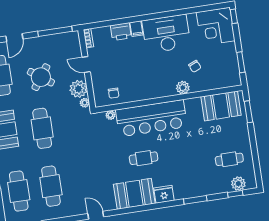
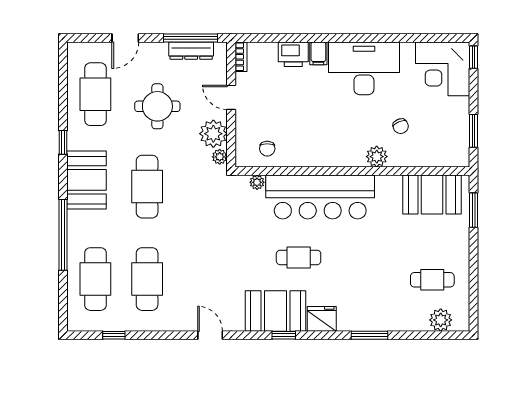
dresser: (57, 39) -> (191, 51), added
round table: (41, 77) -> (157, 106), turned -36
window: (235, 194) -> (284, 335), moved

